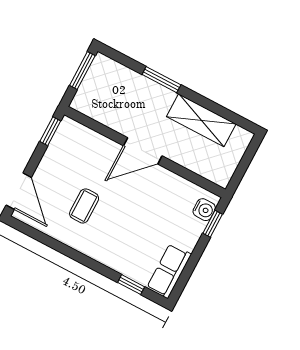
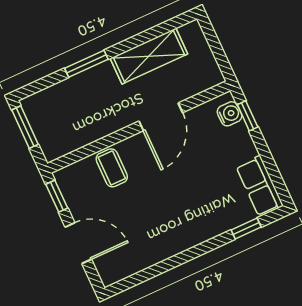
door: (143, 151) -> (161, 117), moved
door: (19, 191) -> (78, 243), moved
coffee table: (84, 206) -> (112, 168), moved

